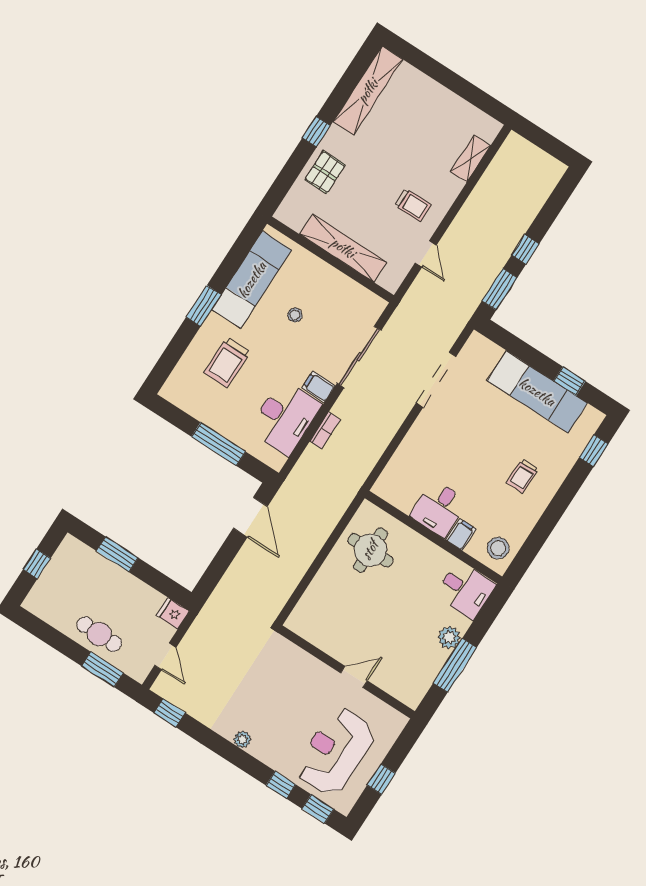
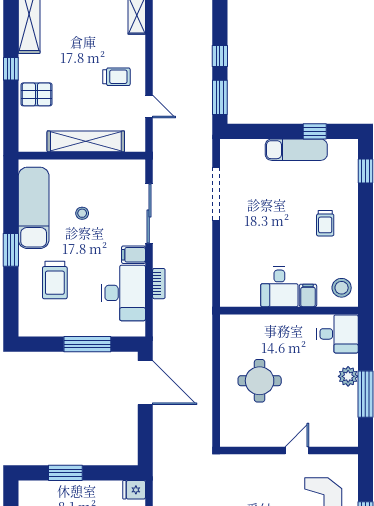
pallet: (325, 172) -> (36, 94), turned 90
exam couch: (537, 392) -> (296, 150), width x0.73, depth x0.69
door: (250, 517) -> (145, 383), width x1.36
round table: (370, 550) -> (260, 381), moved

